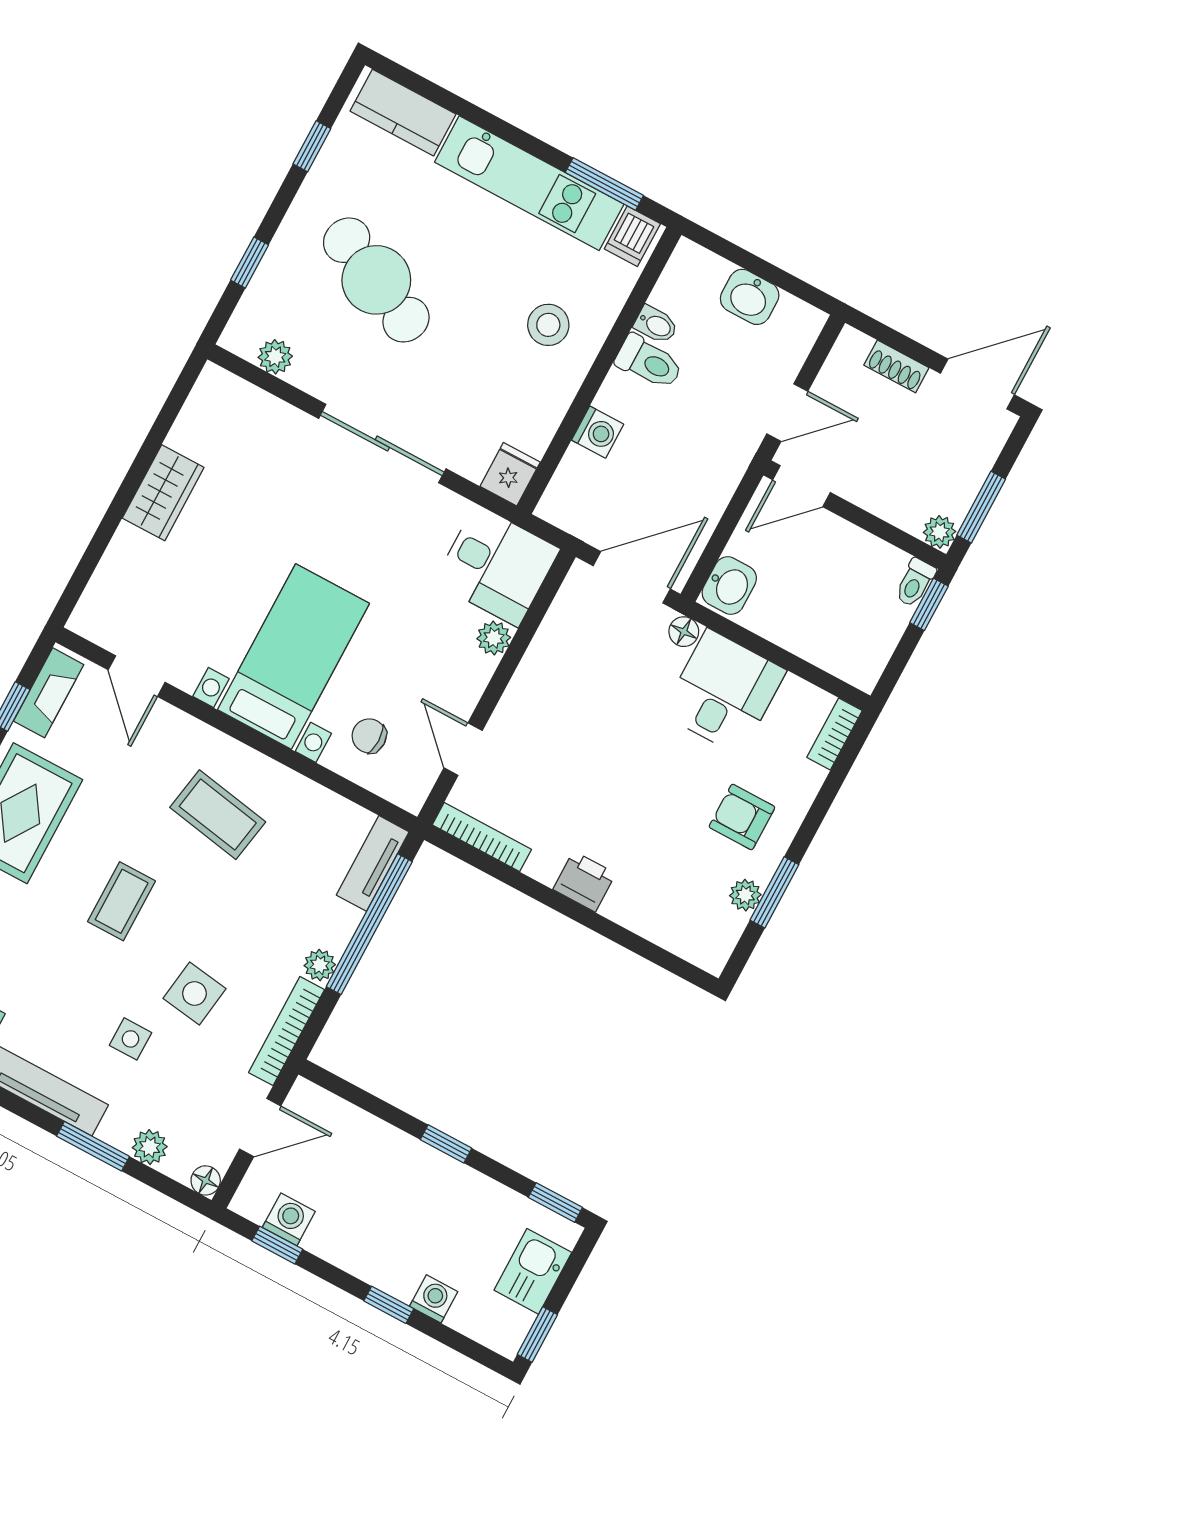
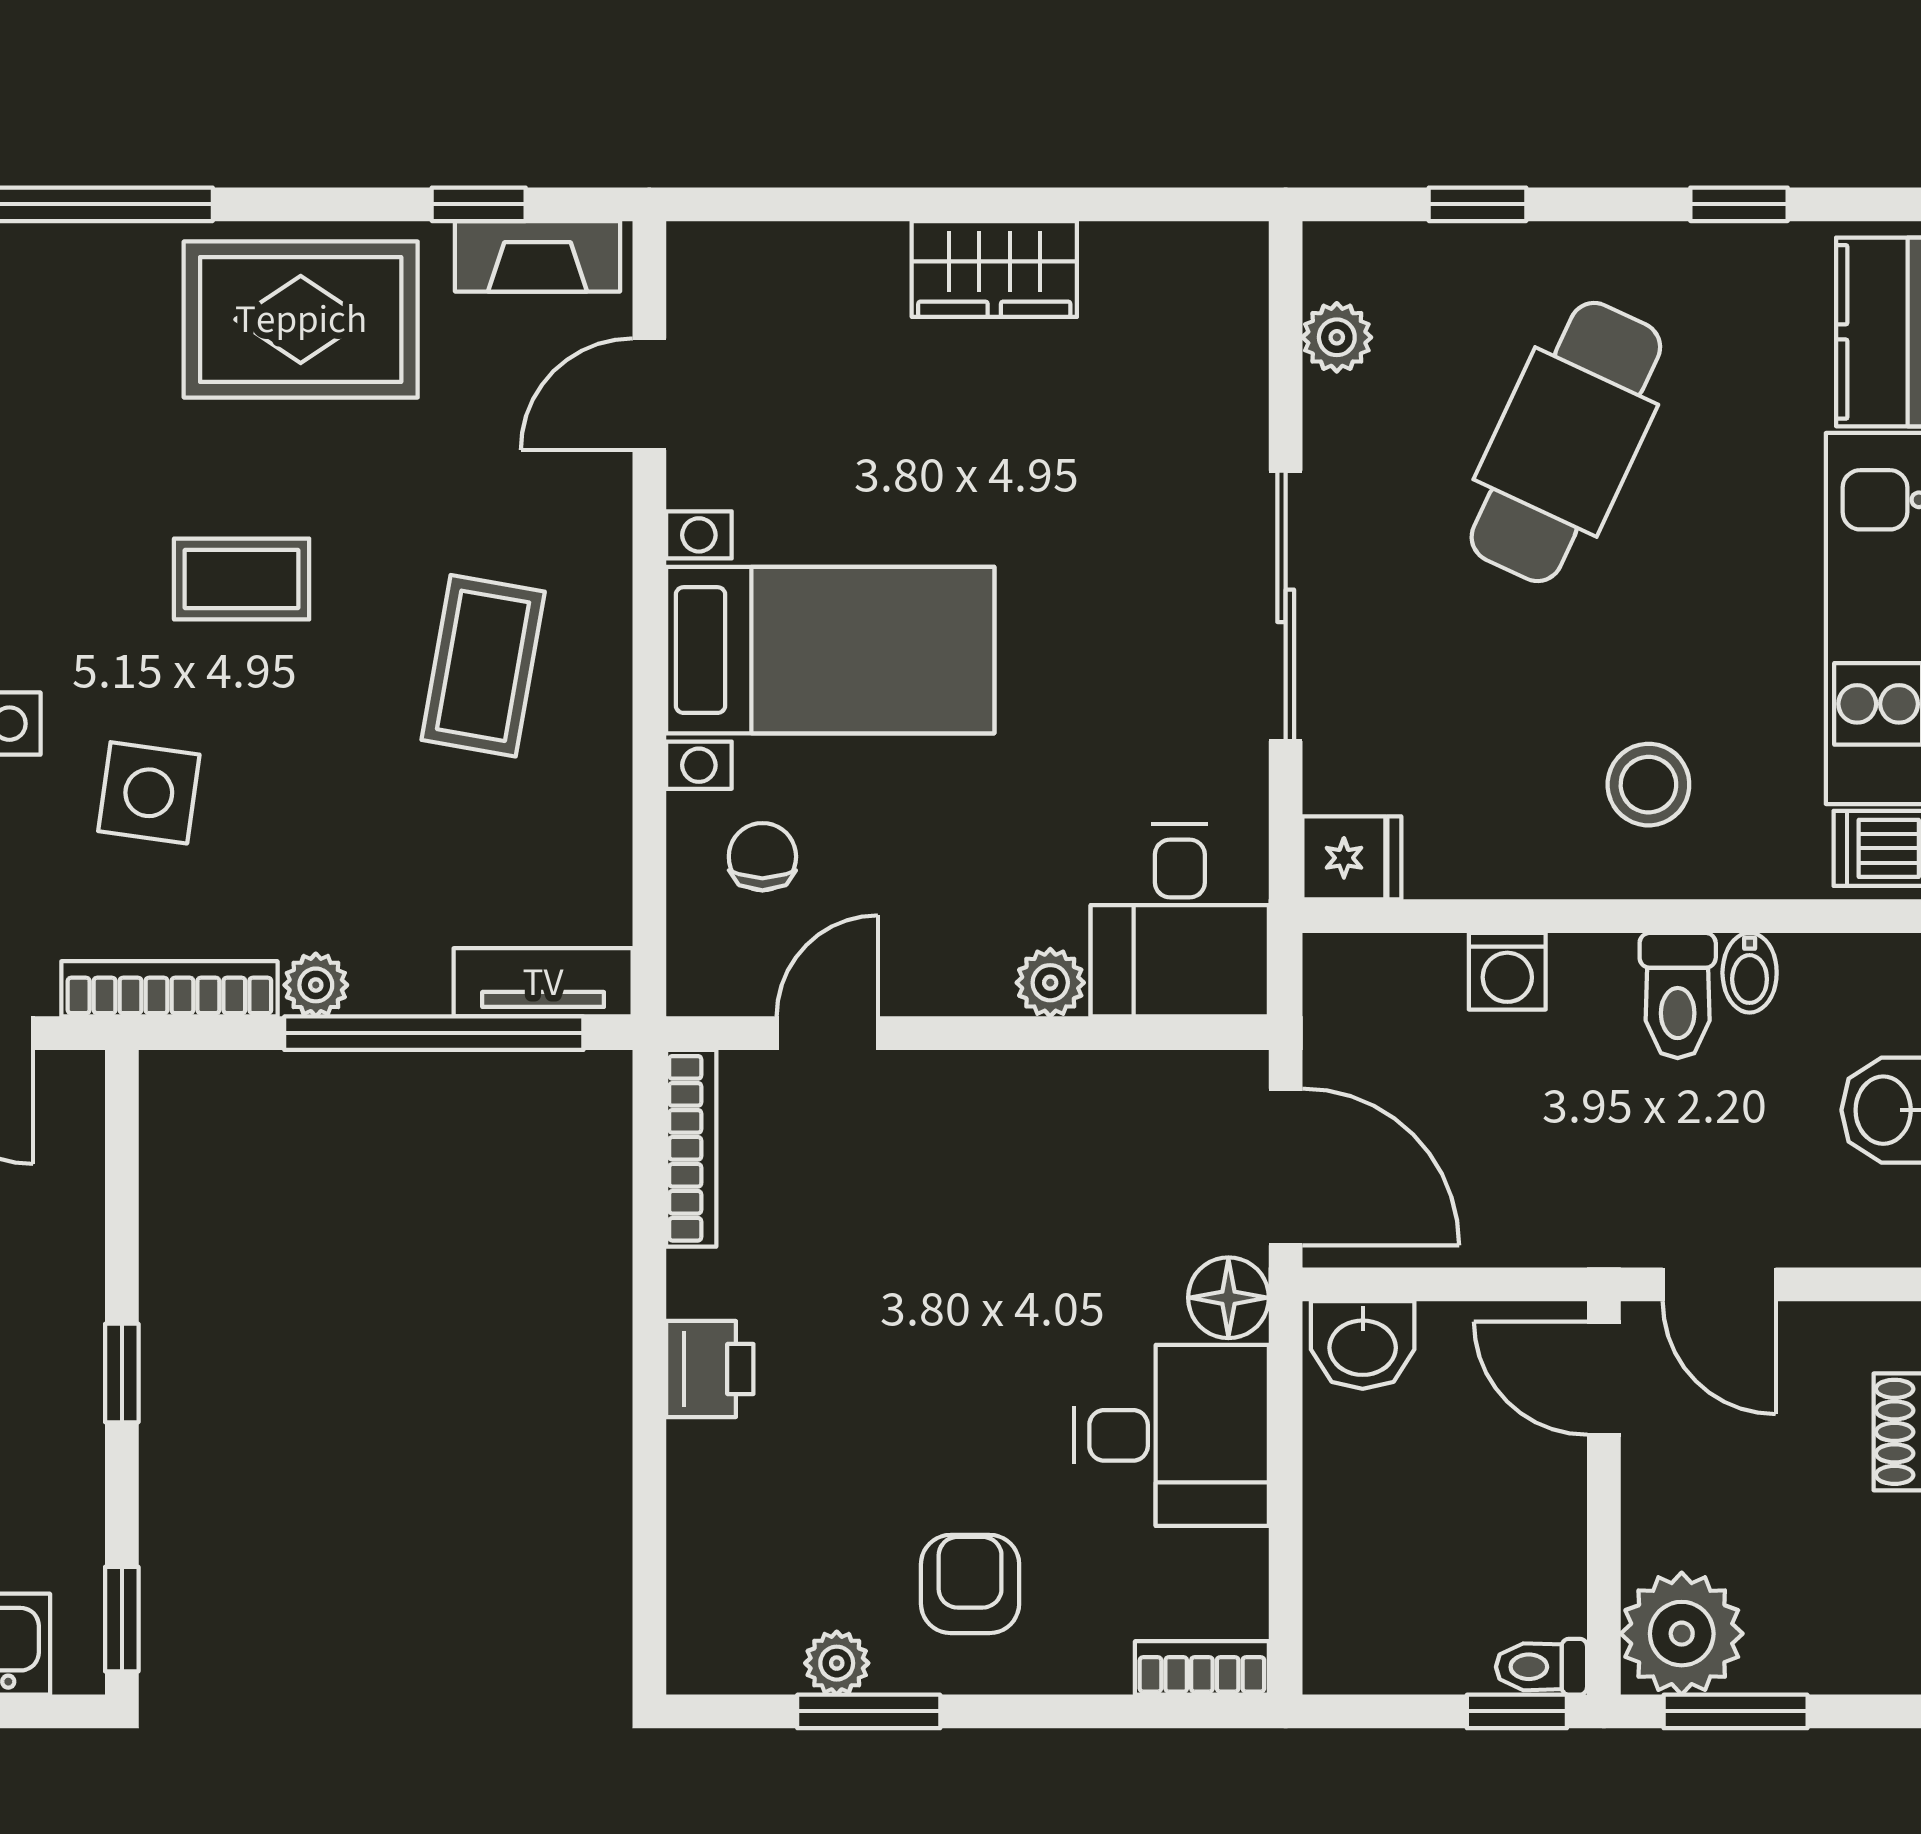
plant: (940, 532) -> (1682, 1634), width x1.87, depth x1.87
floor lamp: (684, 632) -> (1228, 1298), width x1.37, depth x1.37

